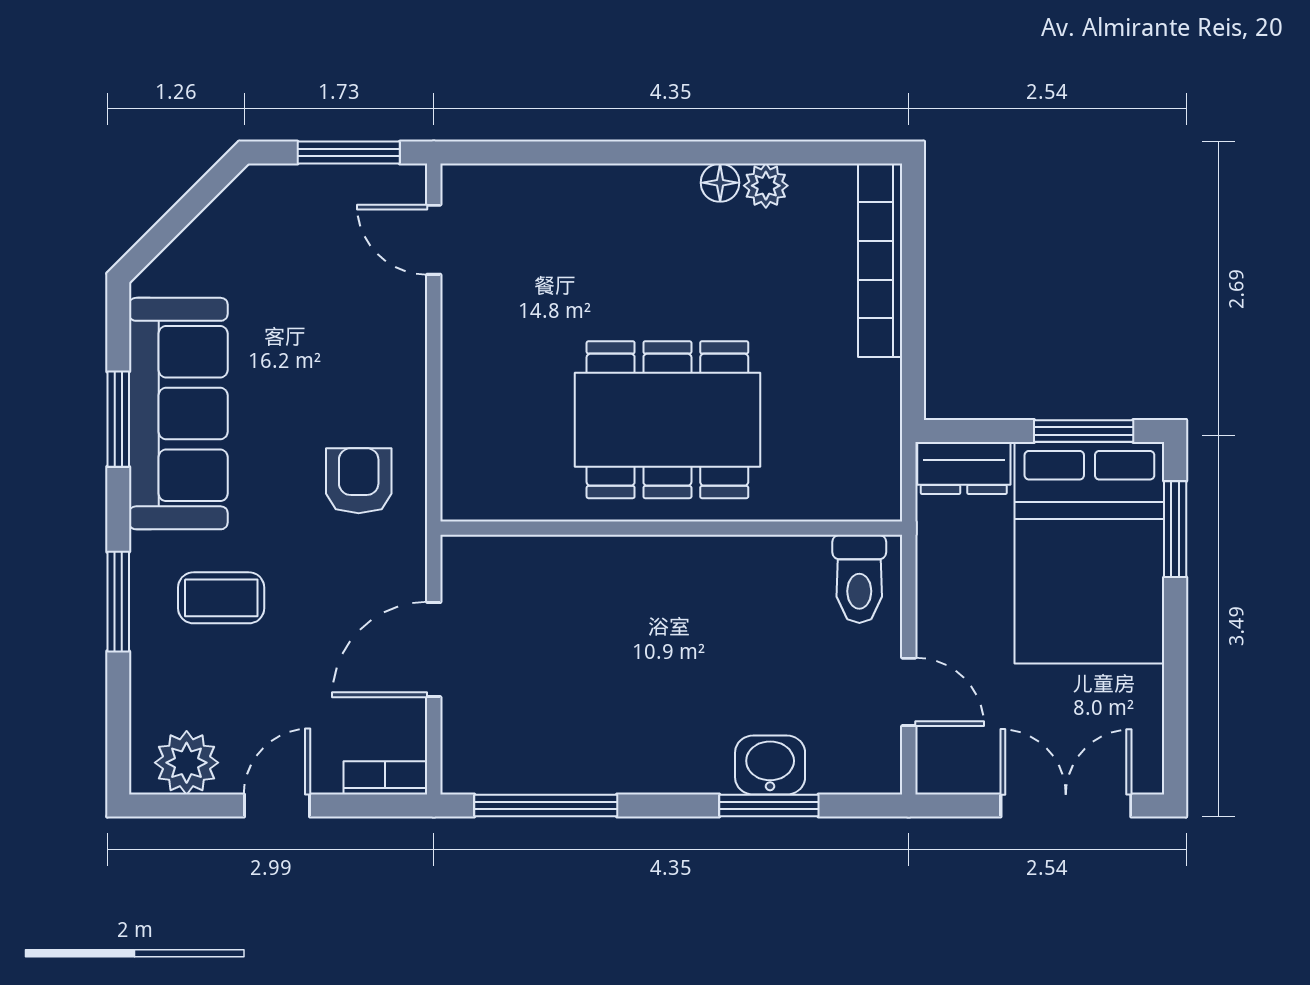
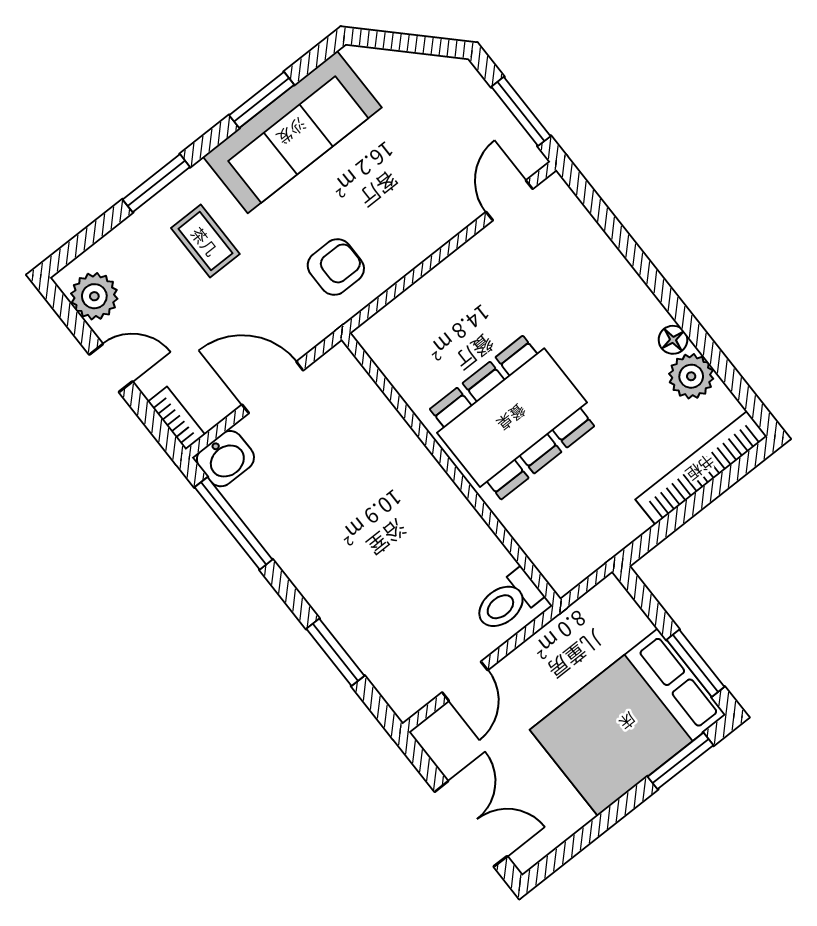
plant: (766, 186) -> (691, 376), width x1.38, depth x1.38
dining table: (667, 420) -> (512, 418), turned 90
dresser: (964, 468) -> (619, 611), removed
washbasin: (770, 765) -> (225, 459), moved, turned 90

